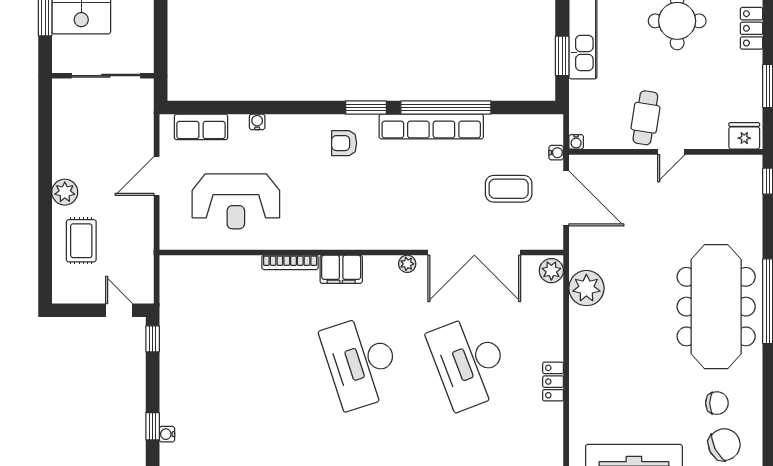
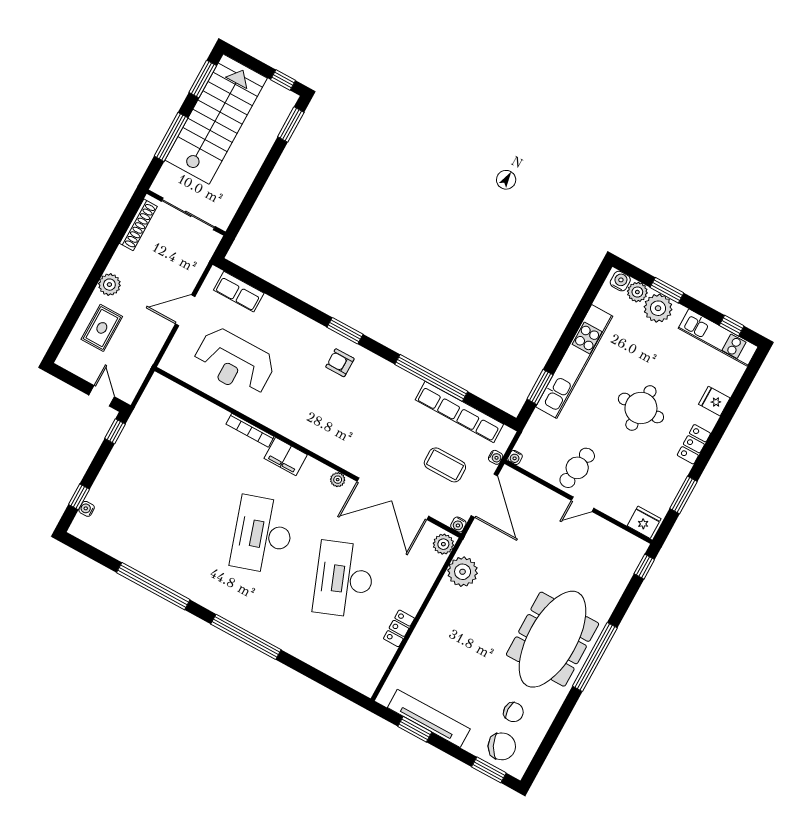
window: (366, 108) -> (345, 331), moved
shoe rack: (61, 115) -> (138, 225), added
water cooler: (257, 122) -> (458, 525), moved, turned 180
row of seats: (431, 127) -> (459, 412), moved

